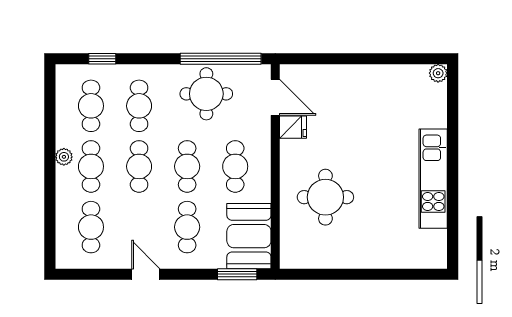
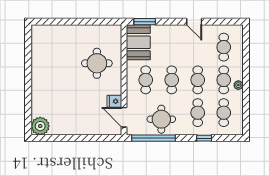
window: (102, 59) -> (204, 138), moved
plant: (438, 73) -> (40, 126), width x1.88, depth x1.88
kitchen unit: (433, 179) -> (39, 73), removed
cafe table: (187, 227) -> (172, 47), removed

